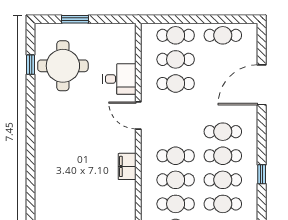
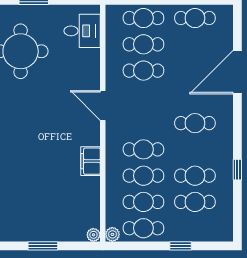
desk: (119, 79) -> (82, 31), moved
cafe table: (223, 156) -> (195, 149), removed

